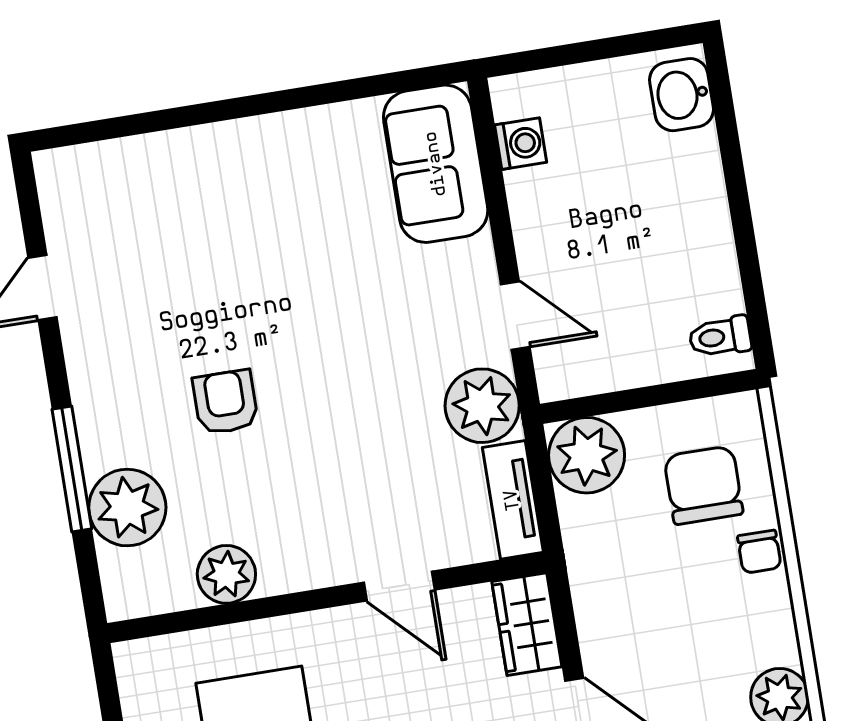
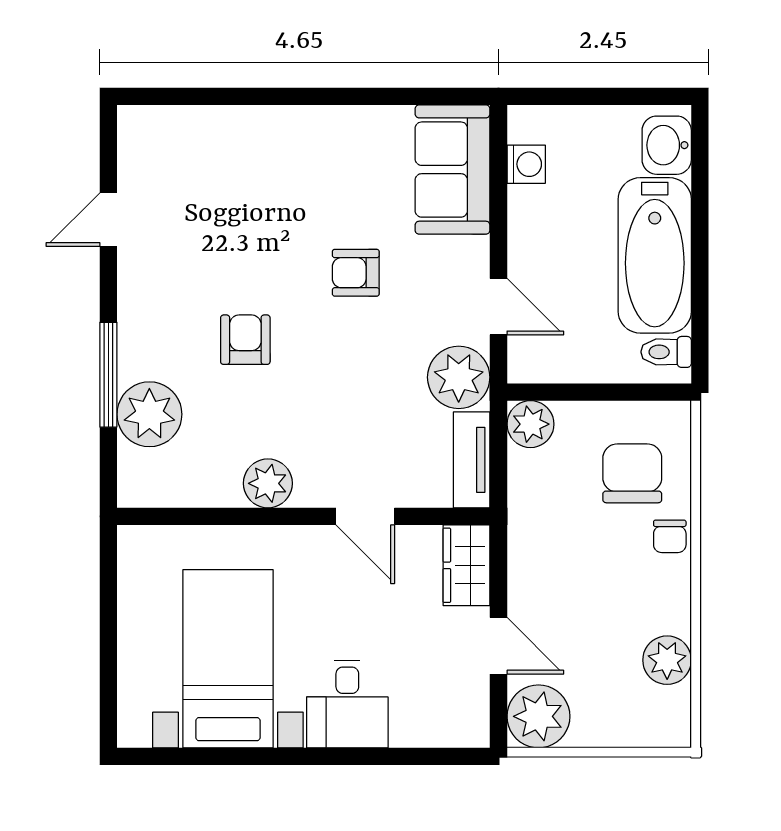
bathtub: (688, 226) -> (655, 255), added
armchair: (342, 303) -> (356, 273), added
plant: (587, 455) -> (530, 424), width x0.73, depth x0.73
plant: (226, 574) -> (268, 483), moved

